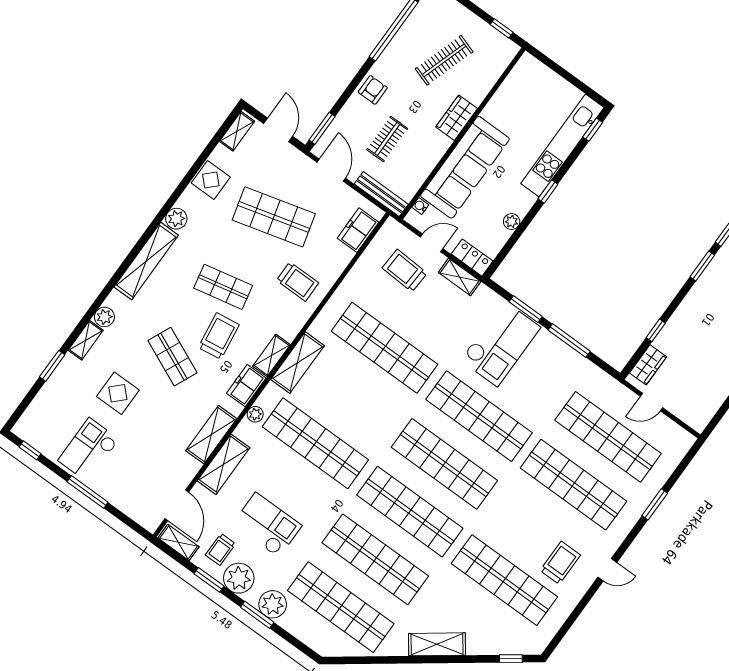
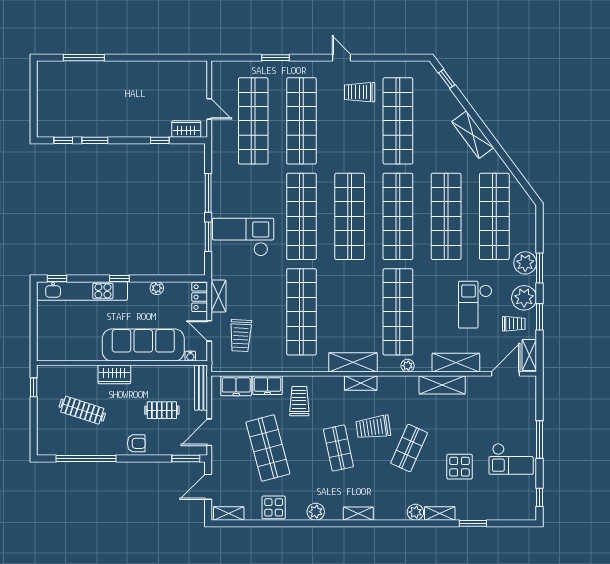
armchair: (373, 90) -> (136, 443), turned 180
shelving: (146, 261) -> (358, 514), width x0.45, depth x0.75
freezer: (246, 386) -> (268, 385), moved

